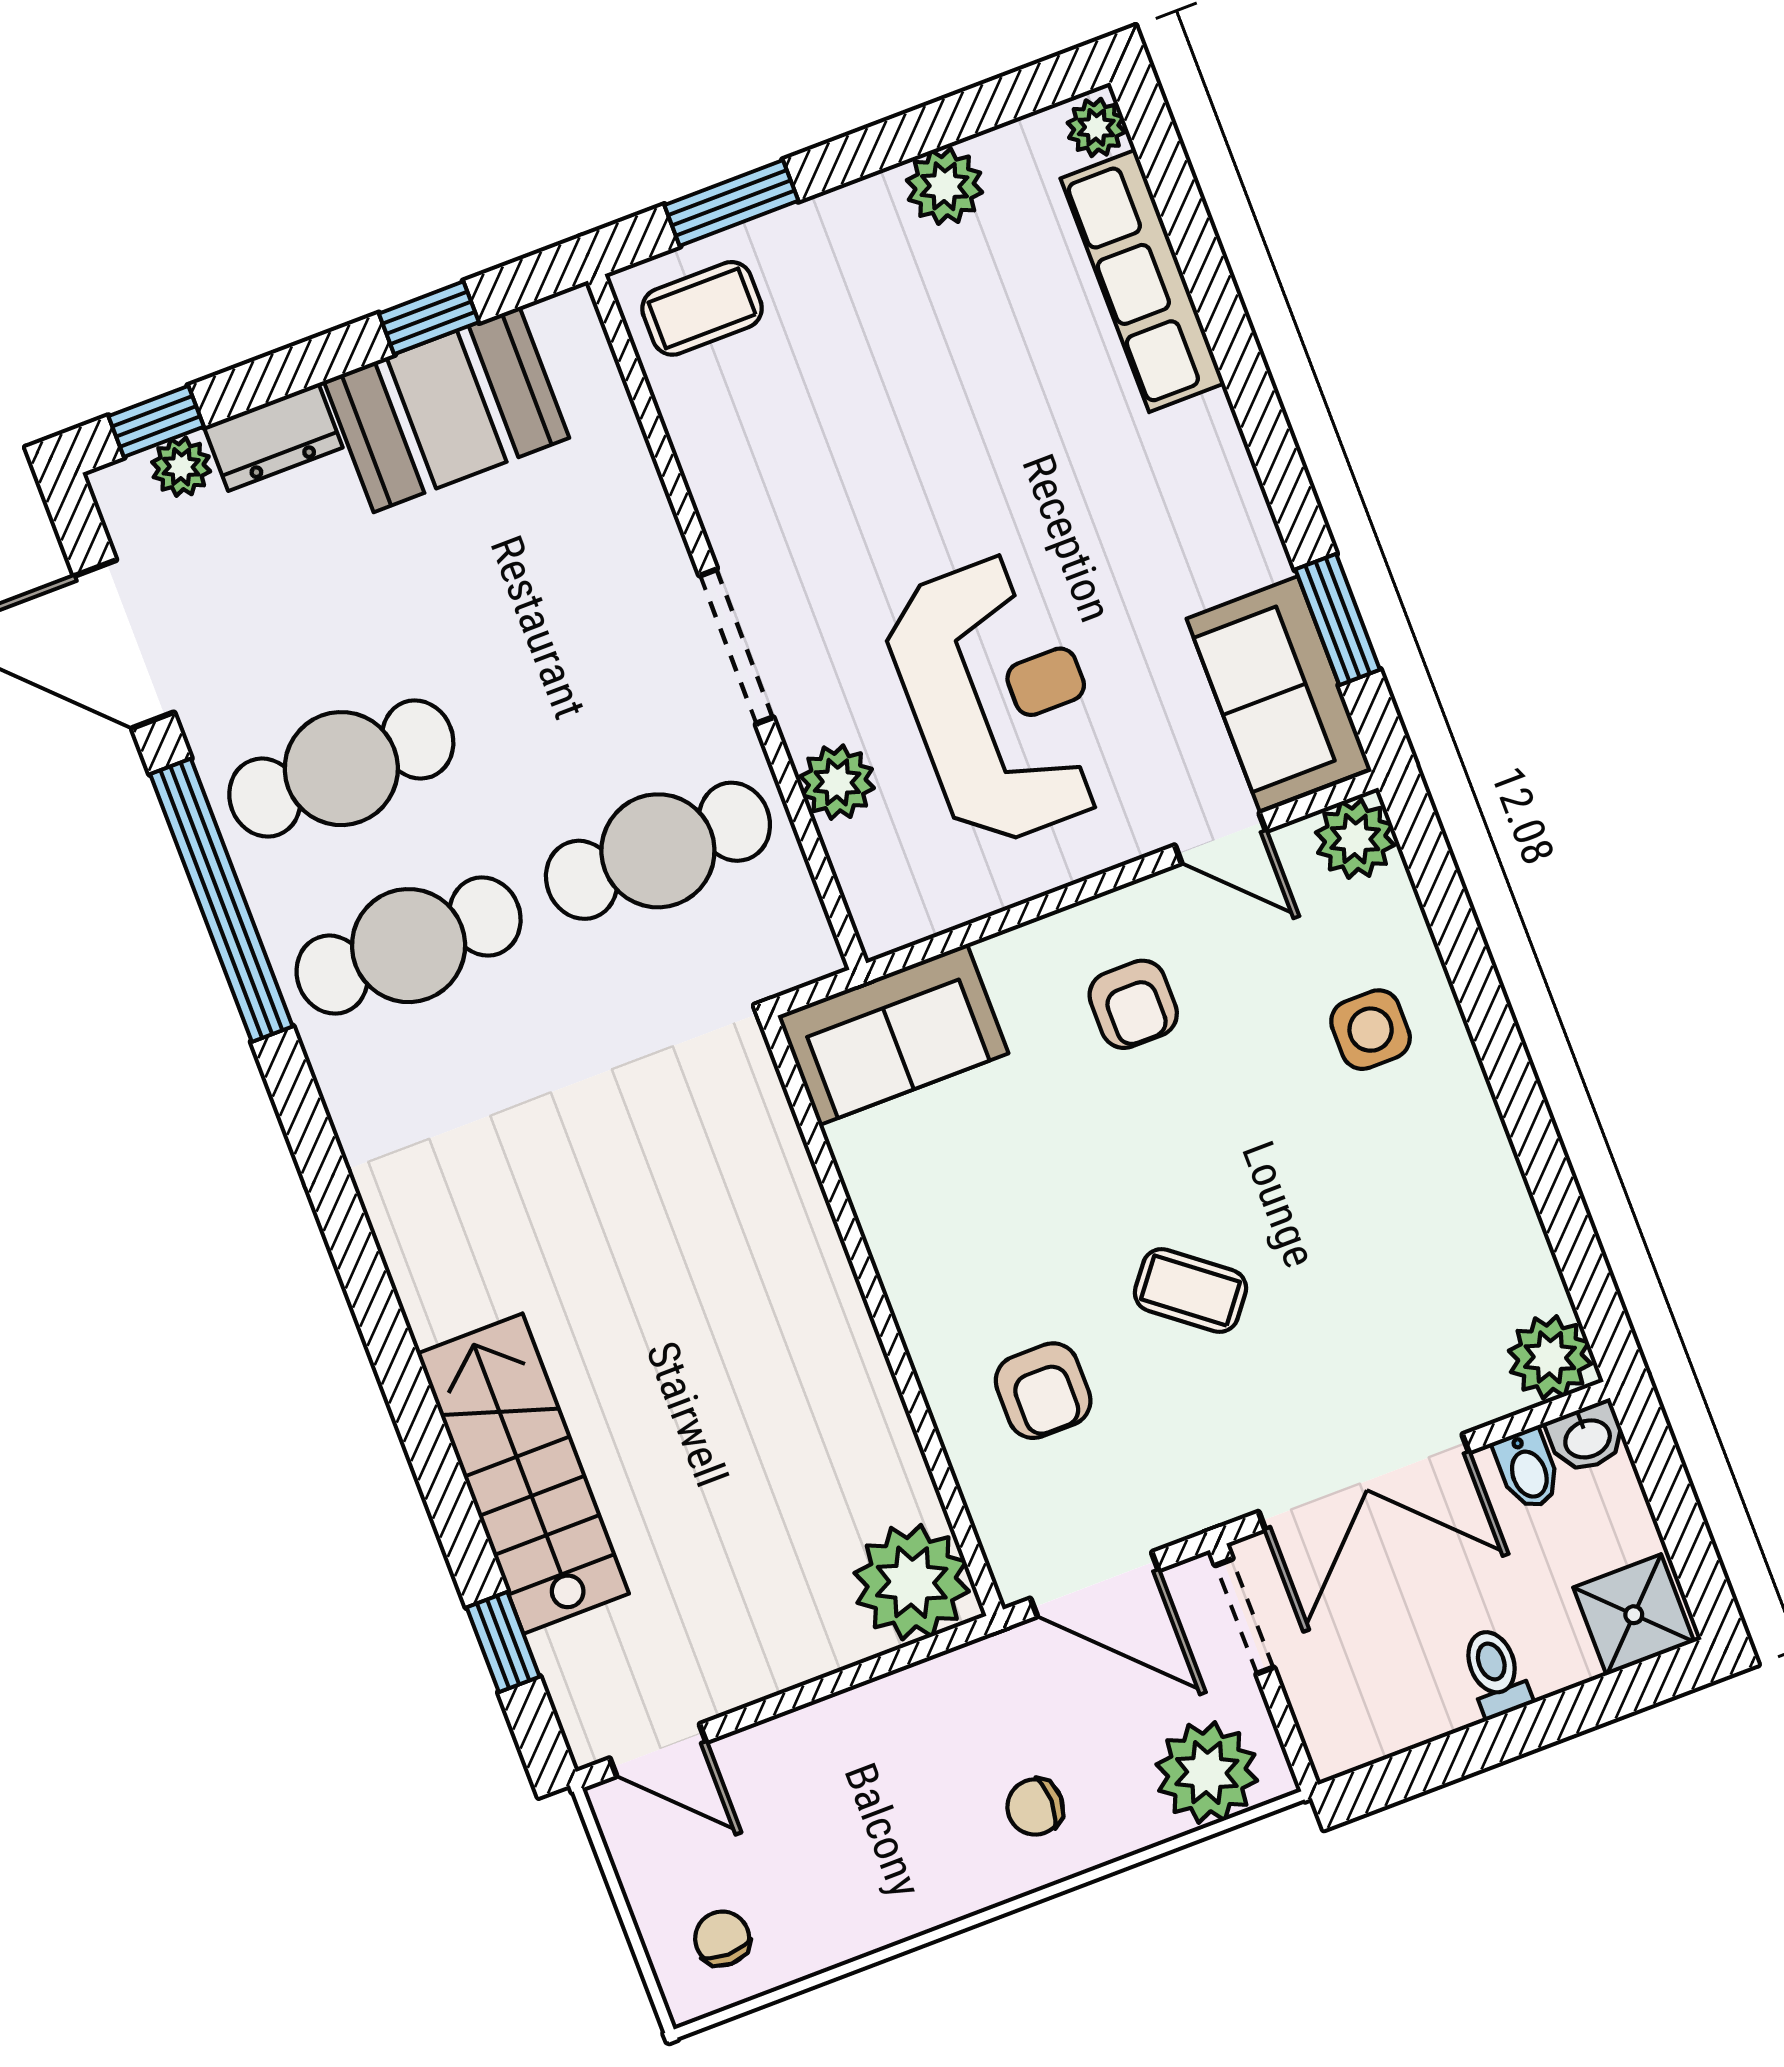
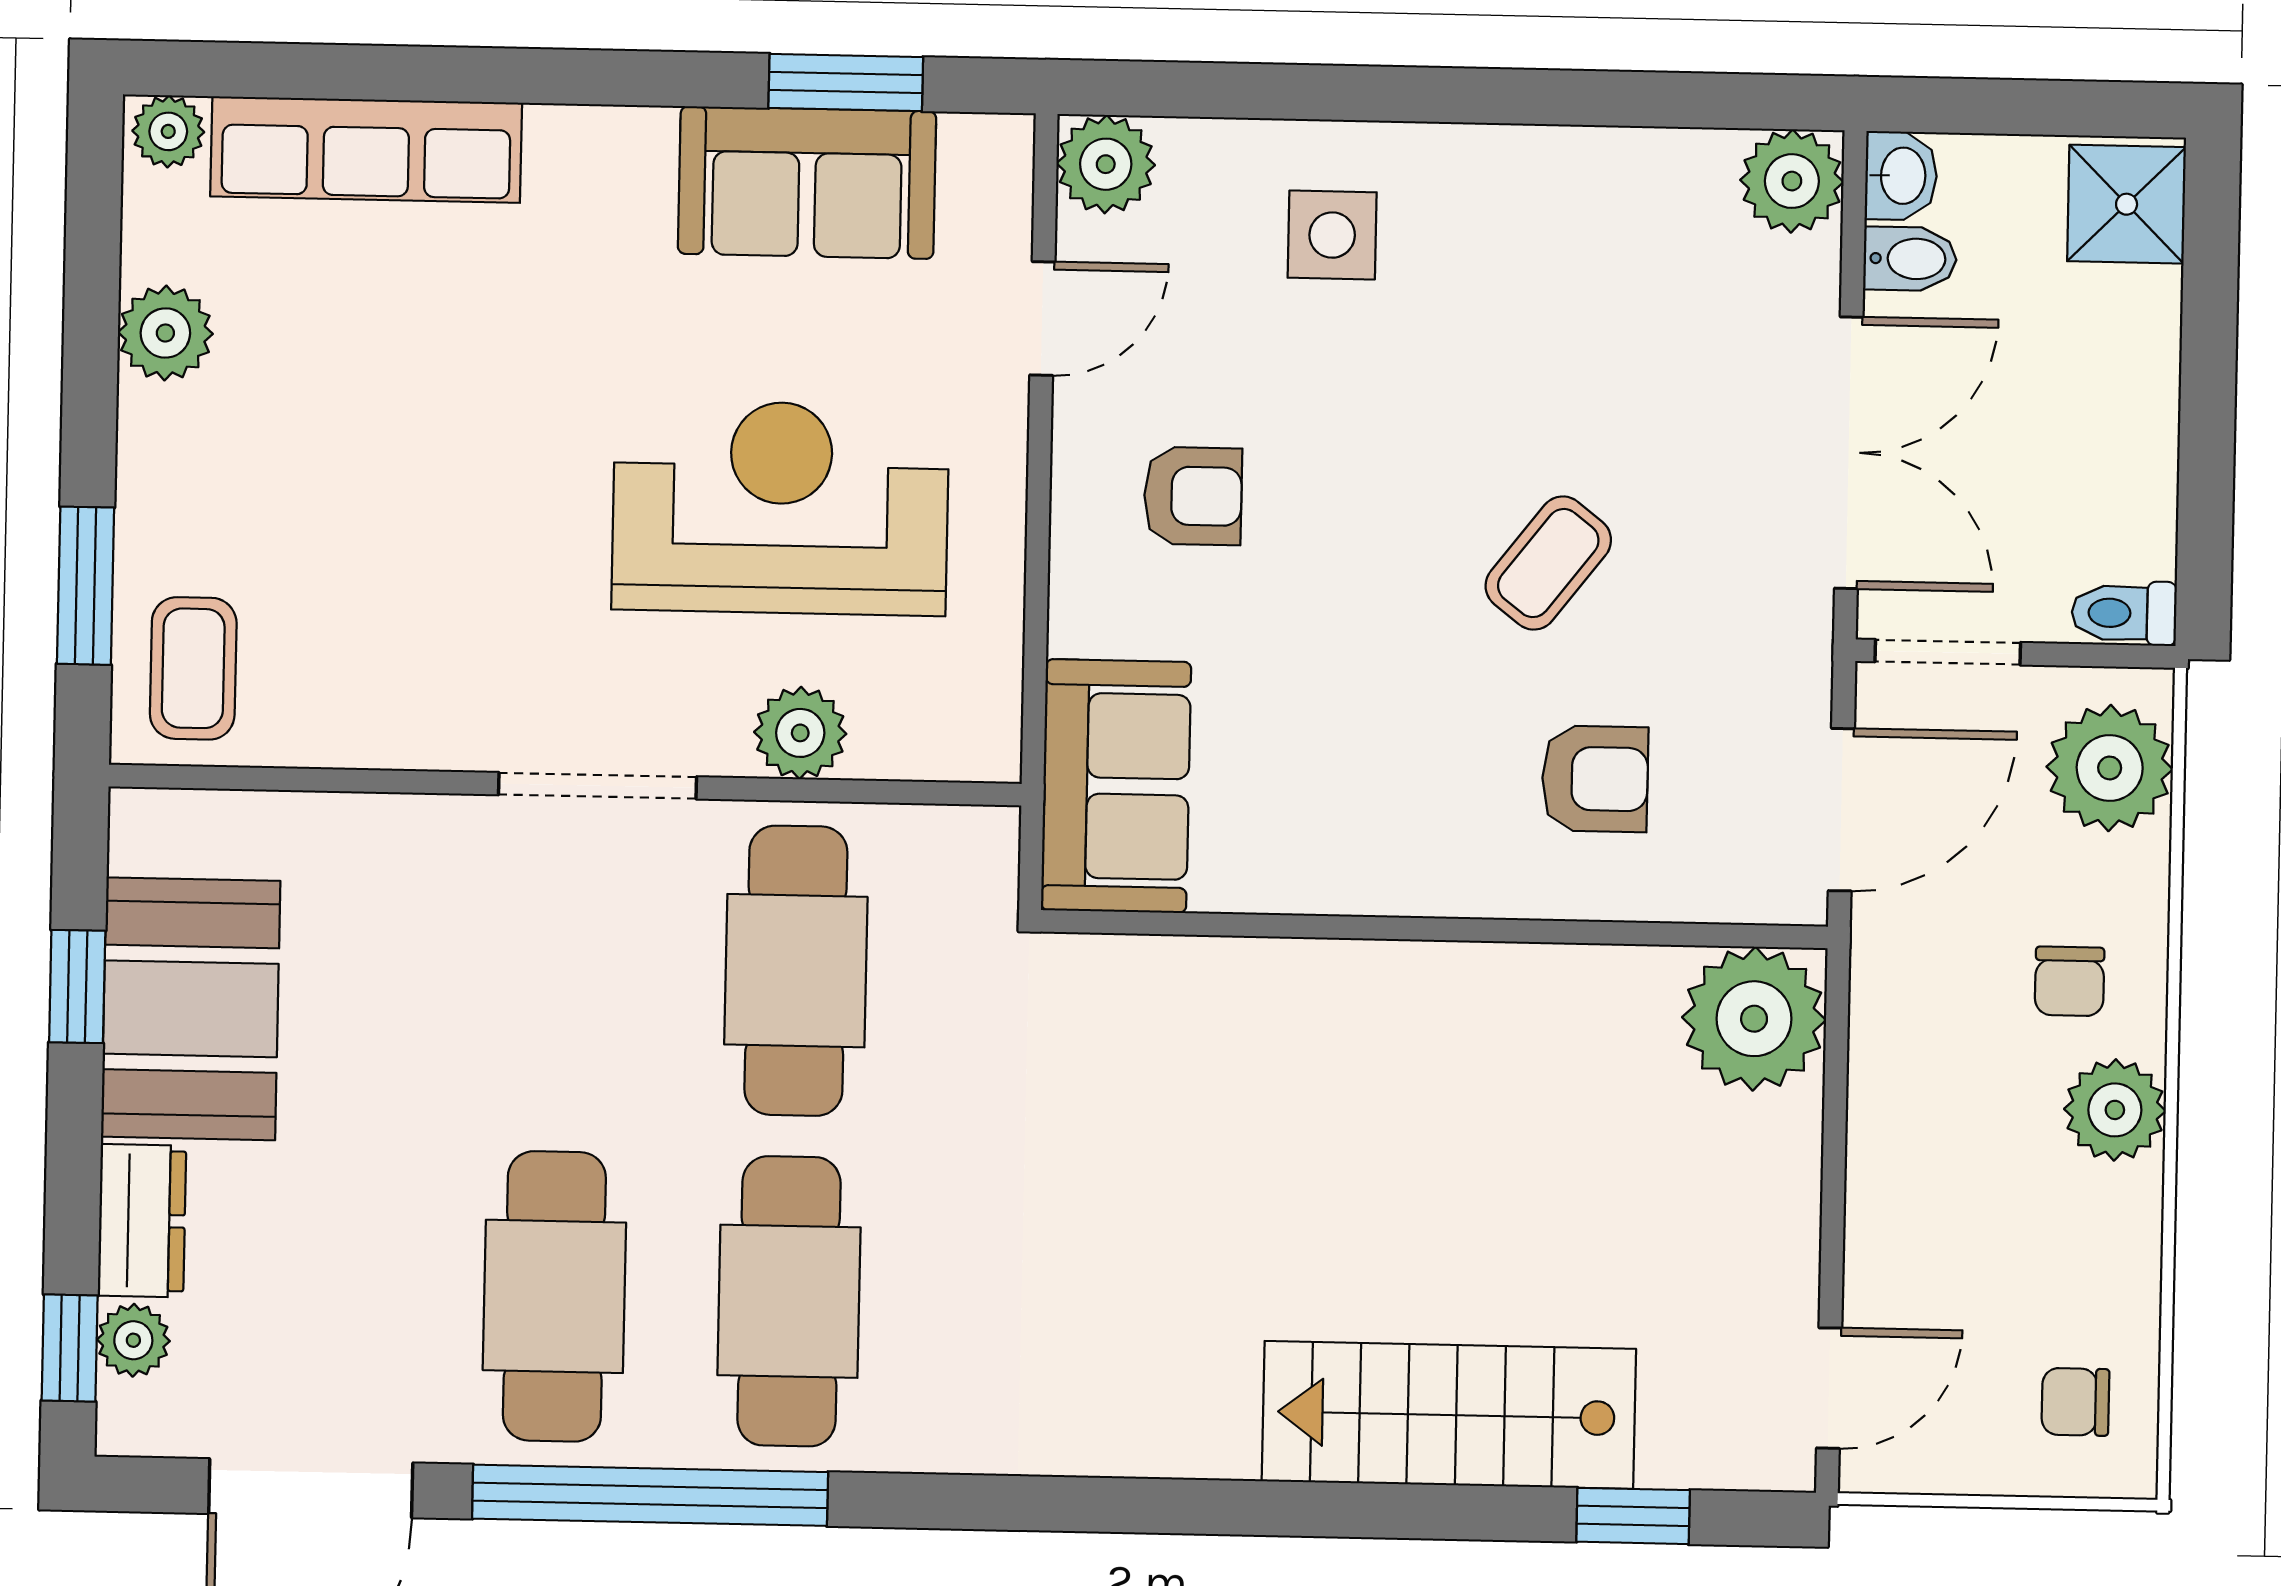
sofa: (1279, 694) -> (807, 183), moved
toilet: (1495, 1673) -> (2124, 613), moved
plant: (953, 1880) -> (2115, 1110), added

